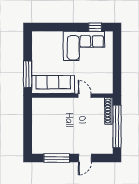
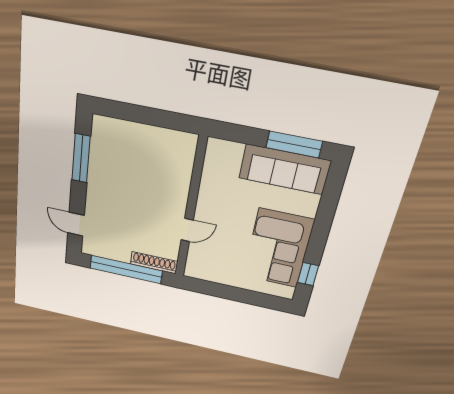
window: (28, 74) -> (294, 144), moved
sofa: (53, 85) -> (285, 169), moved, turned 90
door: (85, 158) -> (76, 224), moved

